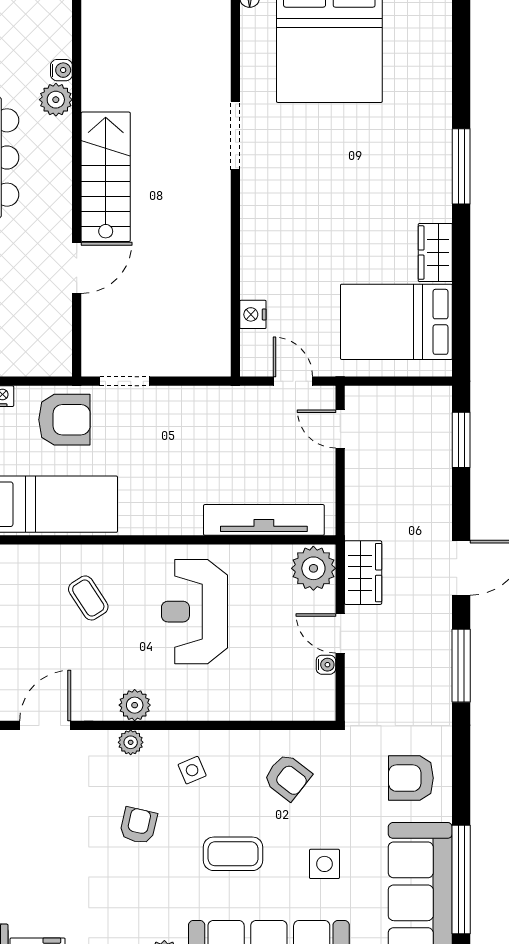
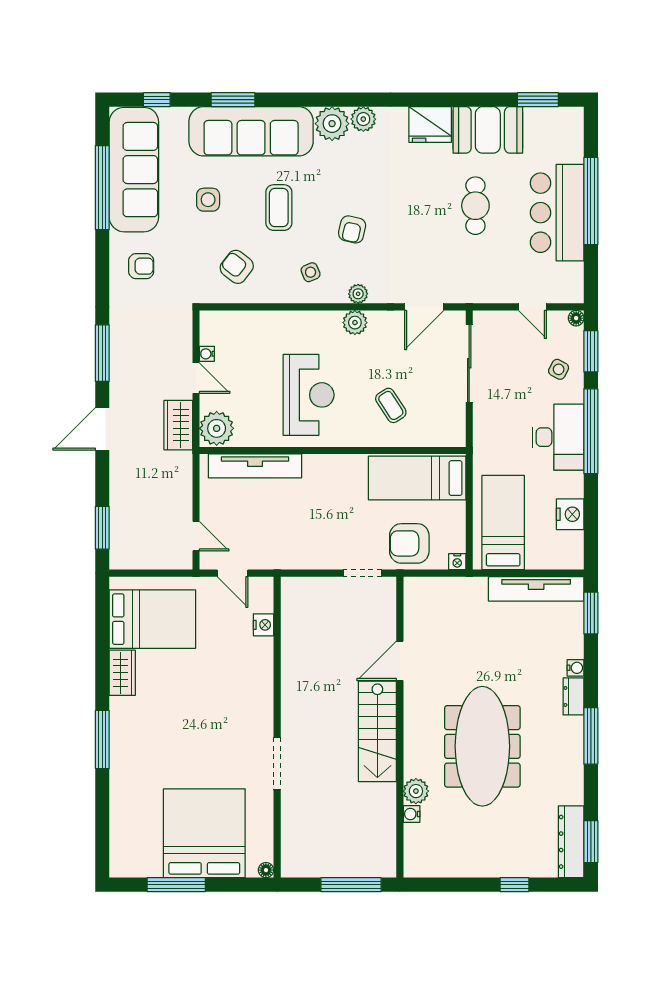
armchair: (411, 778) -> (141, 266), width x0.72, depth x0.72
coffee table: (233, 854) -> (279, 208), turned 90

